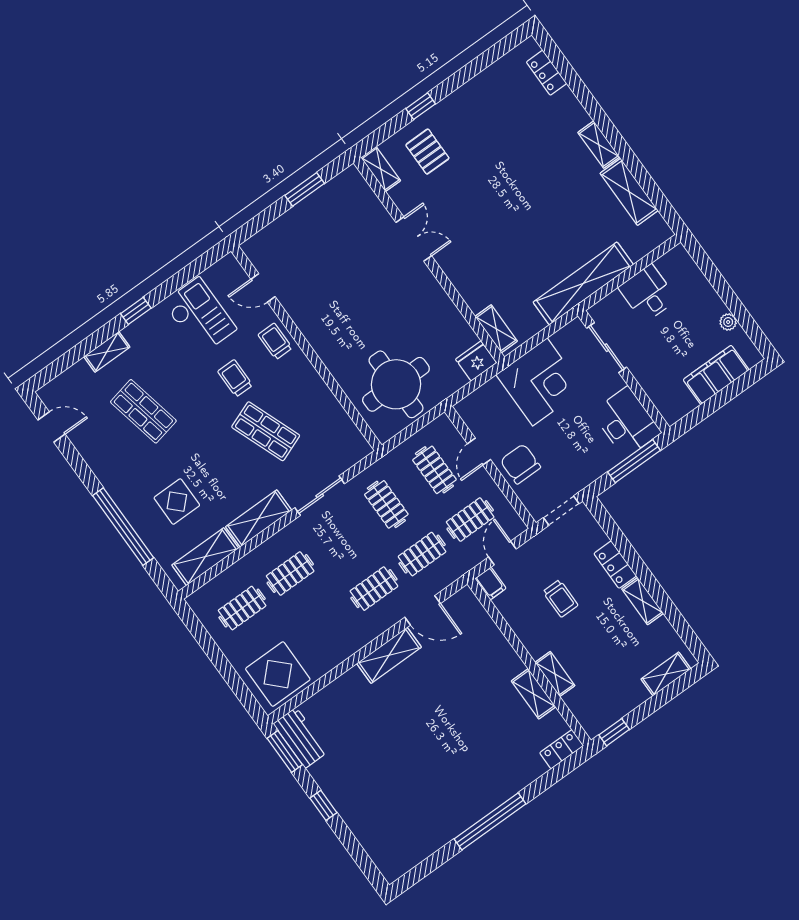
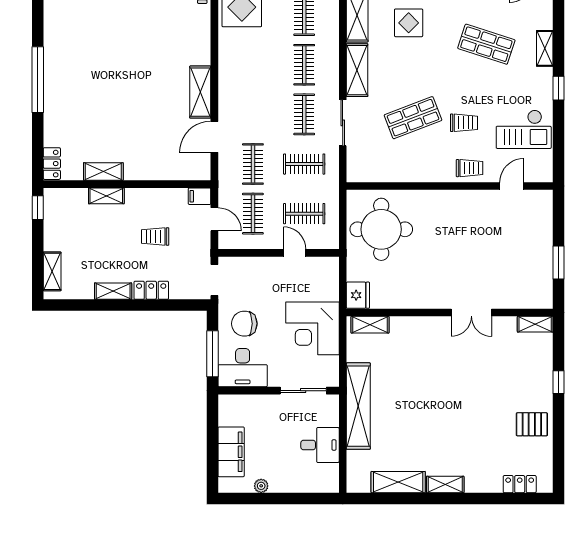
pallet: (427, 152) -> (532, 424), moved
shop shelf: (143, 411) -> (486, 44), turned 30
chair: (520, 464) -> (244, 324), moved, turned 180
clothes rail: (374, 589) -> (304, 114), moved

